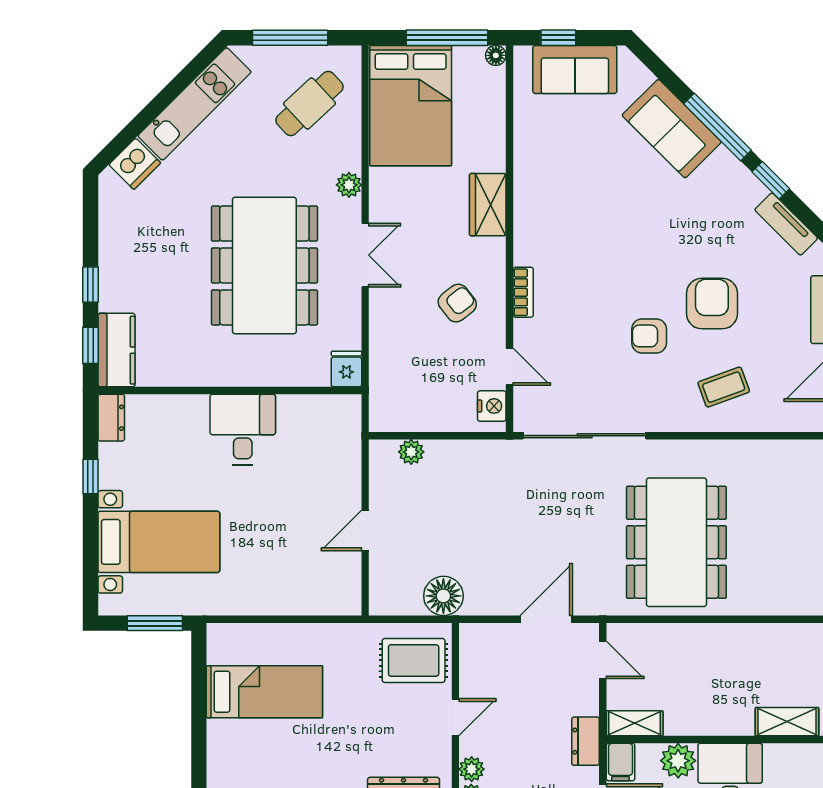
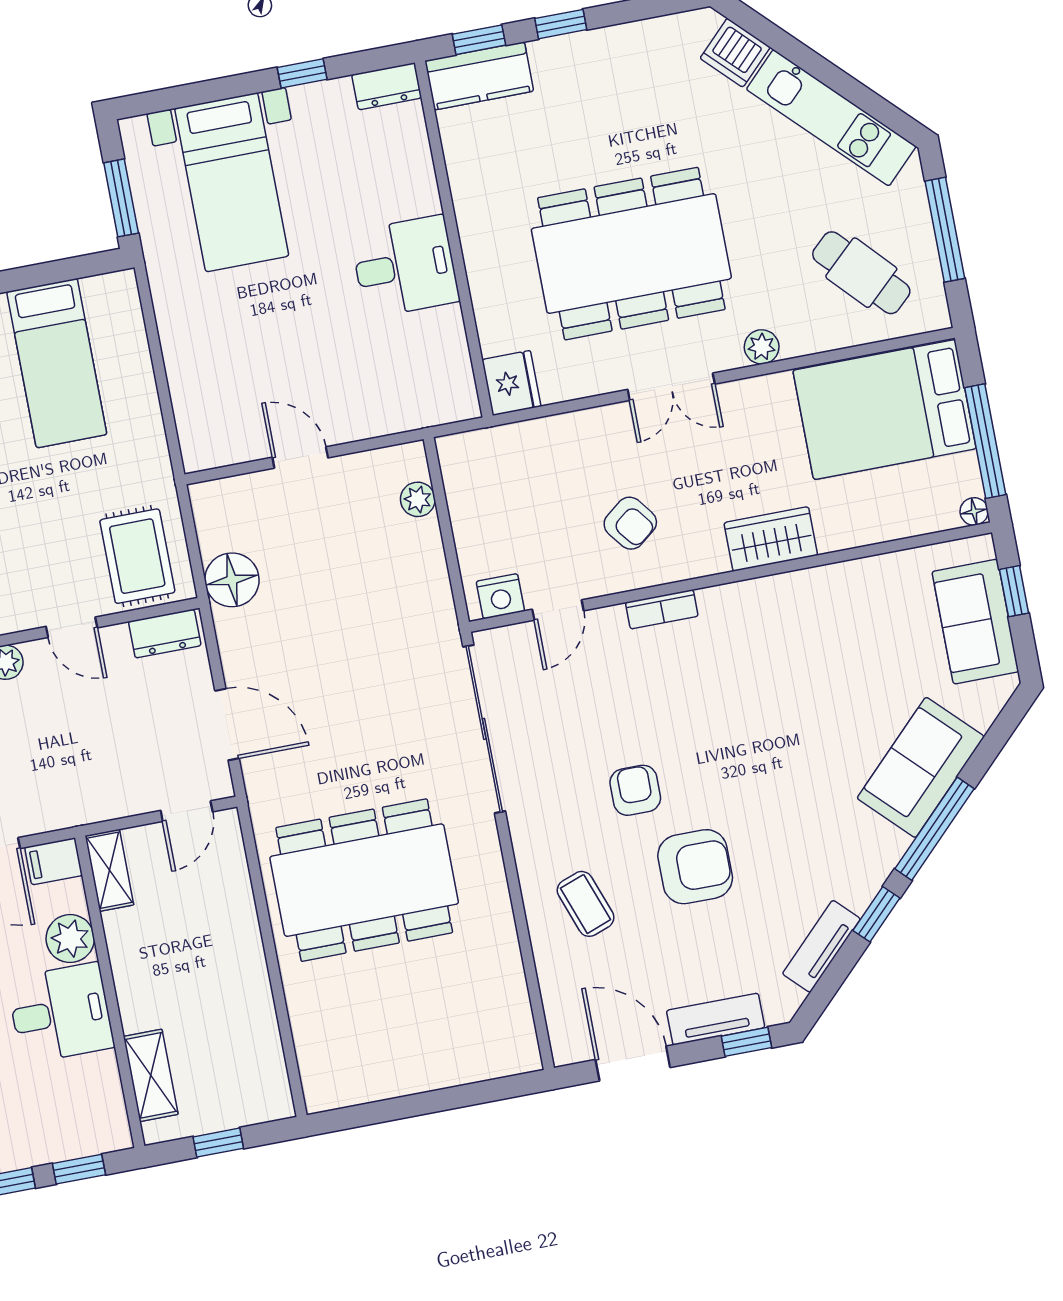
fridge: (346, 369) -> (511, 383), width x1.38
dresser: (585, 741) -> (165, 634), moved, turned 180

